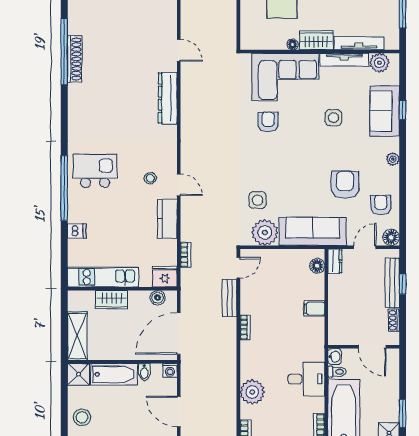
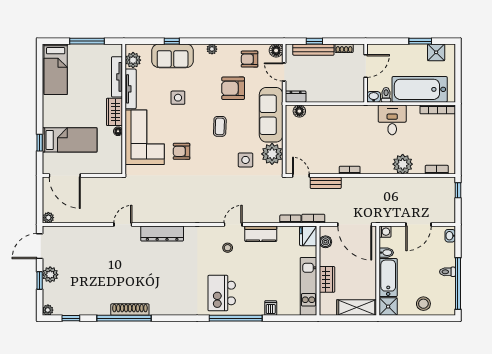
coffee table: (298, 169) -> (220, 126), added
bookcase: (186, 283) -> (313, 219), added
filing cabinet: (314, 309) -> (334, 113), removed

